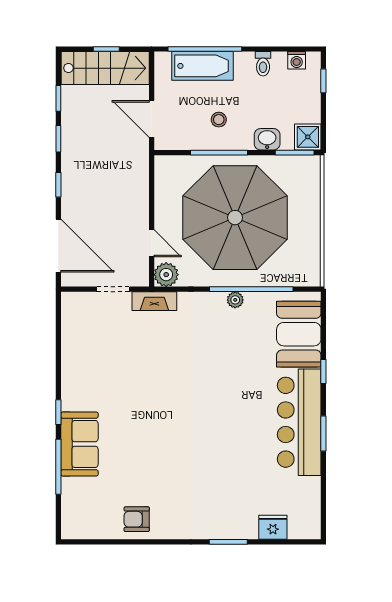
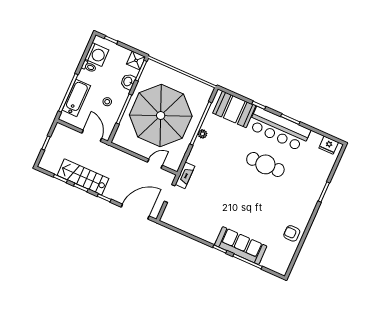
washing machine: (297, 60) -> (97, 55), width x1.89, depth x1.89
stairs: (105, 68) -> (83, 177), moved, turned -90
door: (152, 119) -> (92, 136), swing flipped
plant: (166, 275) -> (174, 163), removed
cafe table: (231, 426) -> (265, 164), added
sofa: (79, 444) -> (241, 246), width x1.36
armchair: (137, 519) -> (292, 233), turned 90
fridge: (273, 527) -> (329, 145), moved, turned -90

